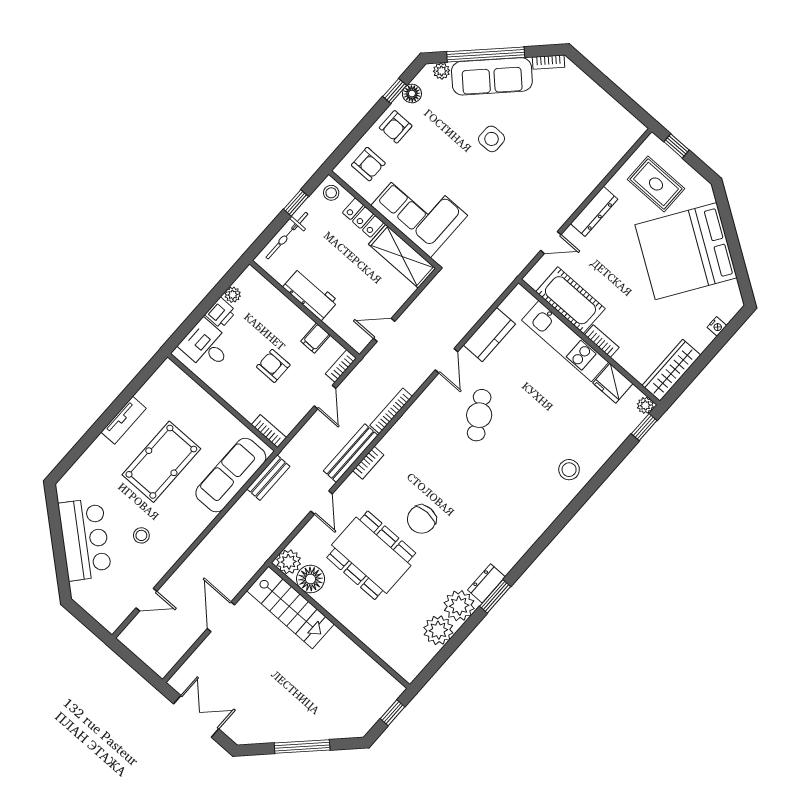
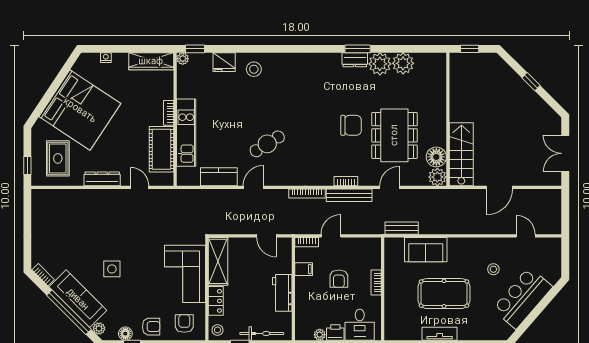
fridge: (613, 383) -> (224, 62), moved, turned 90
bookcase: (269, 431) -> (376, 282), moved
sofa: (231, 475) -> (426, 250), width x0.73
window: (302, 747) -> (531, 82), width x0.46

